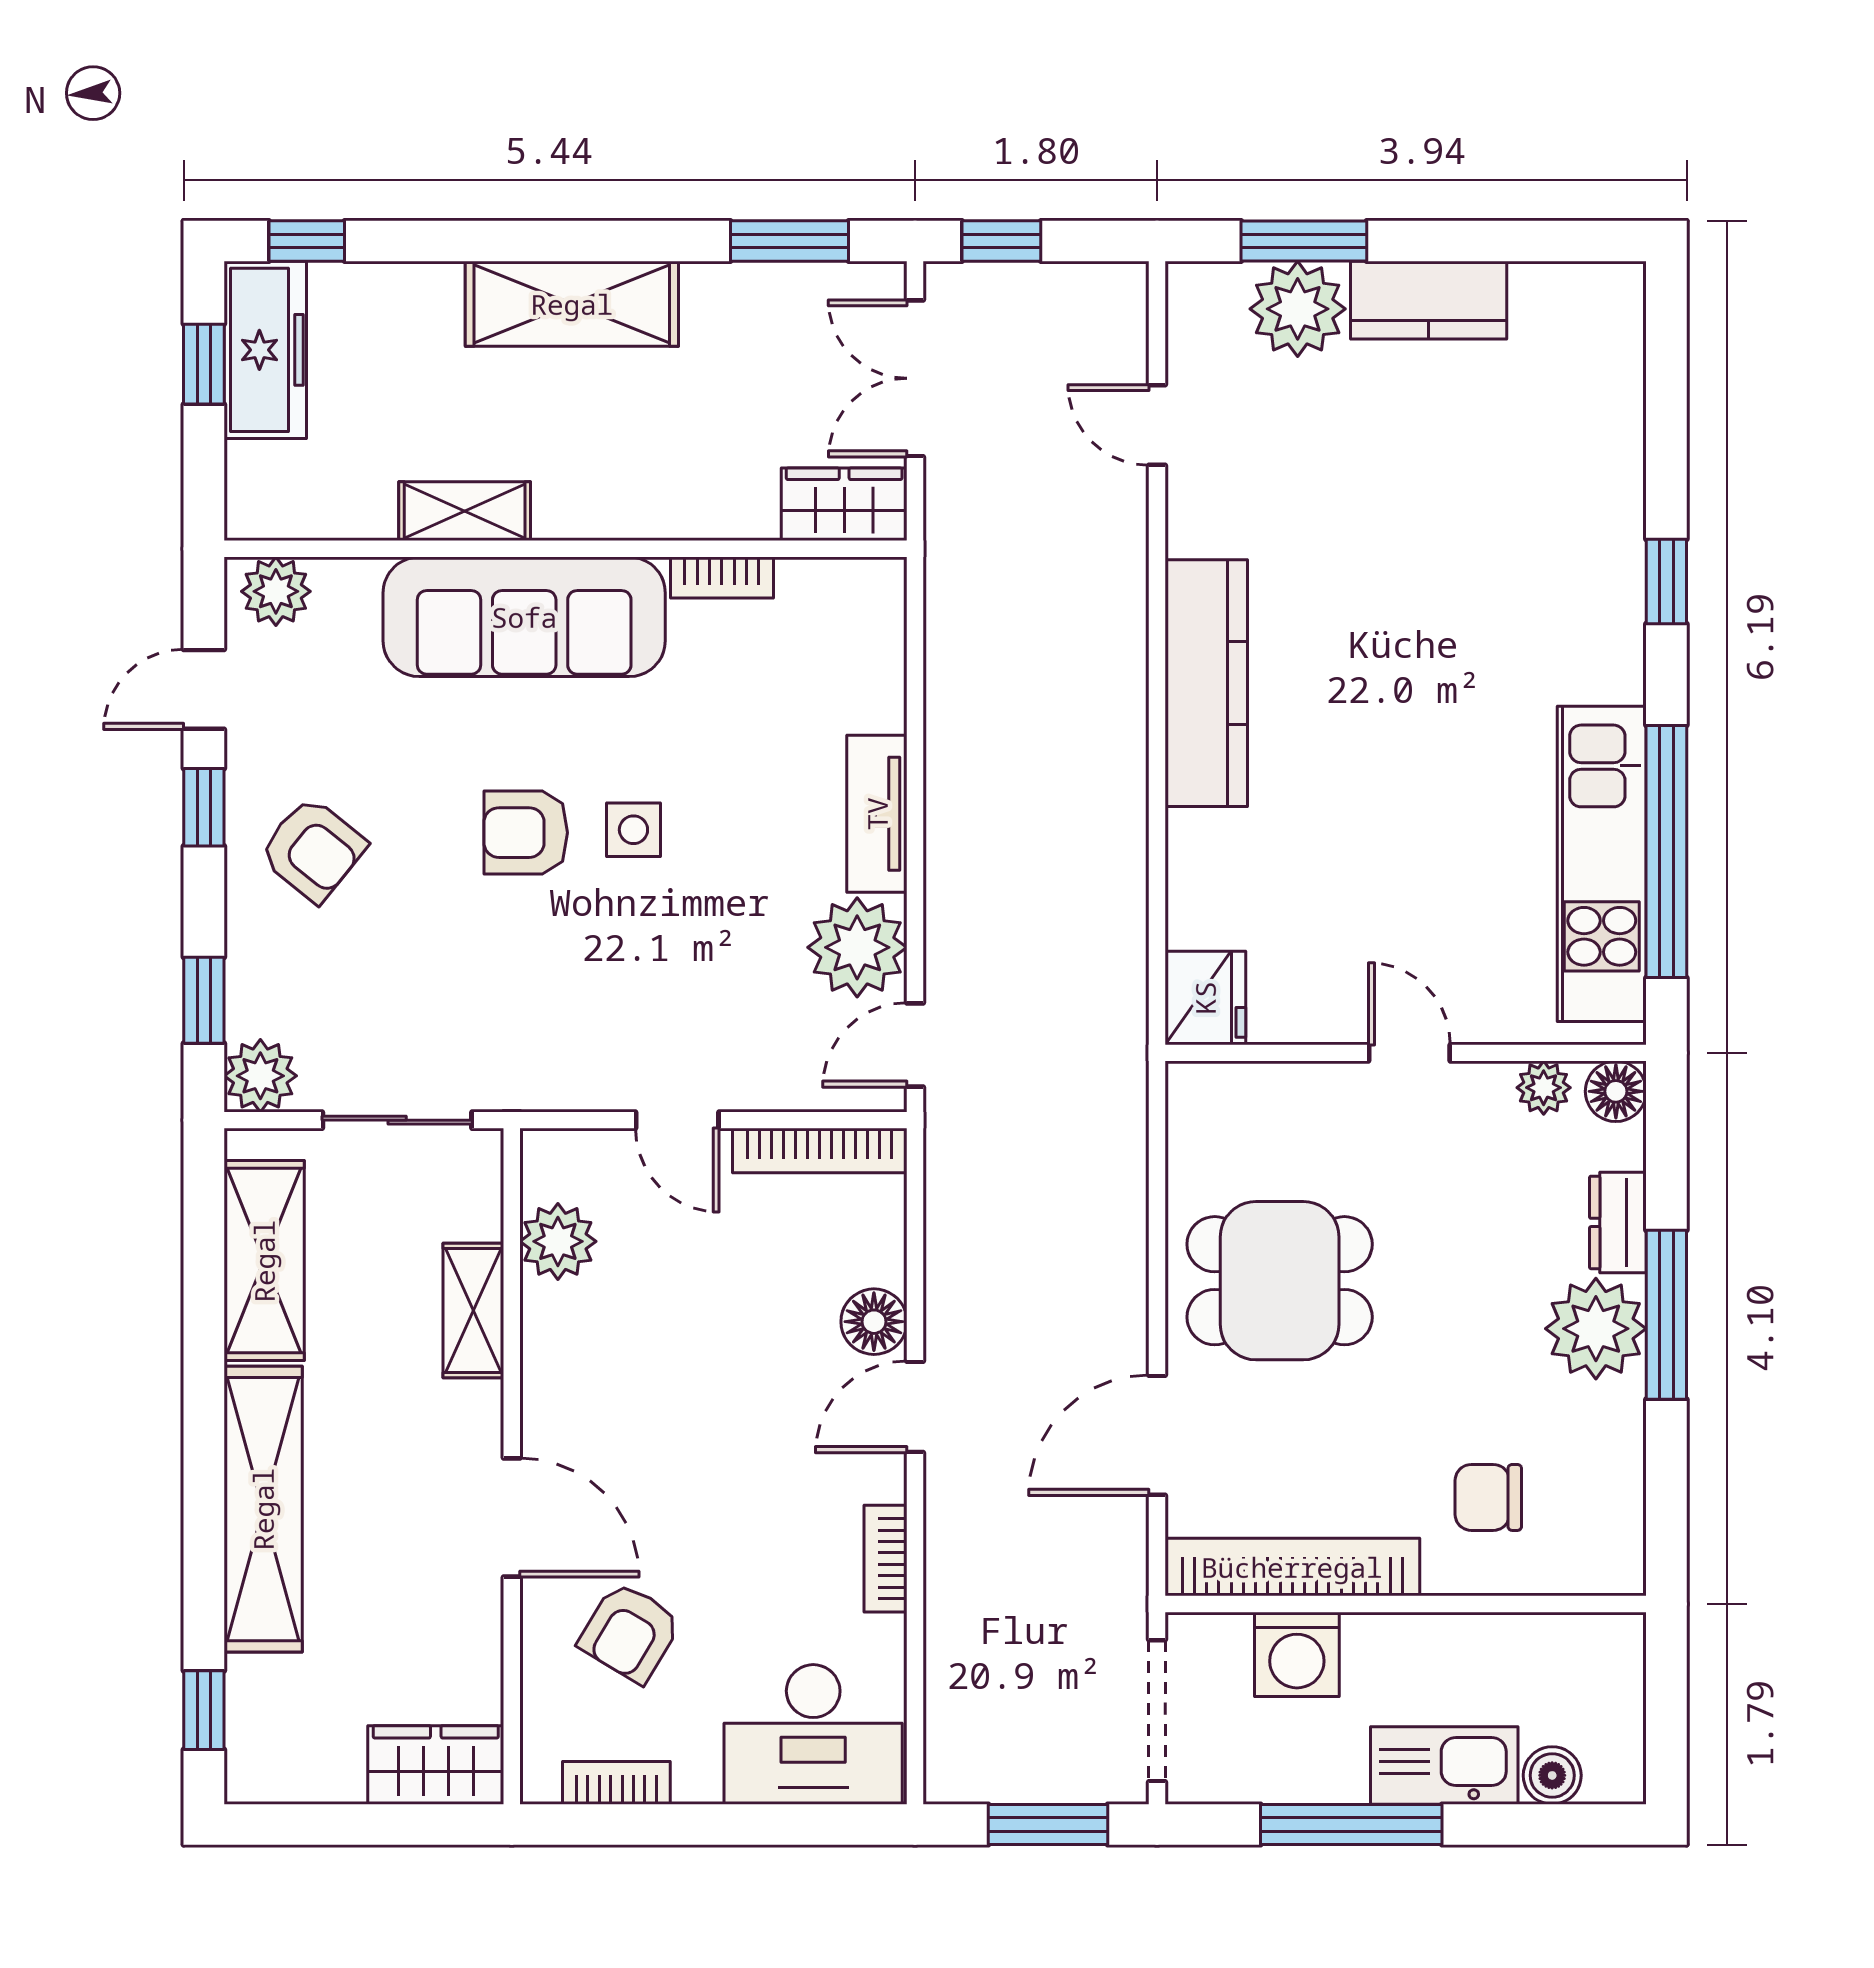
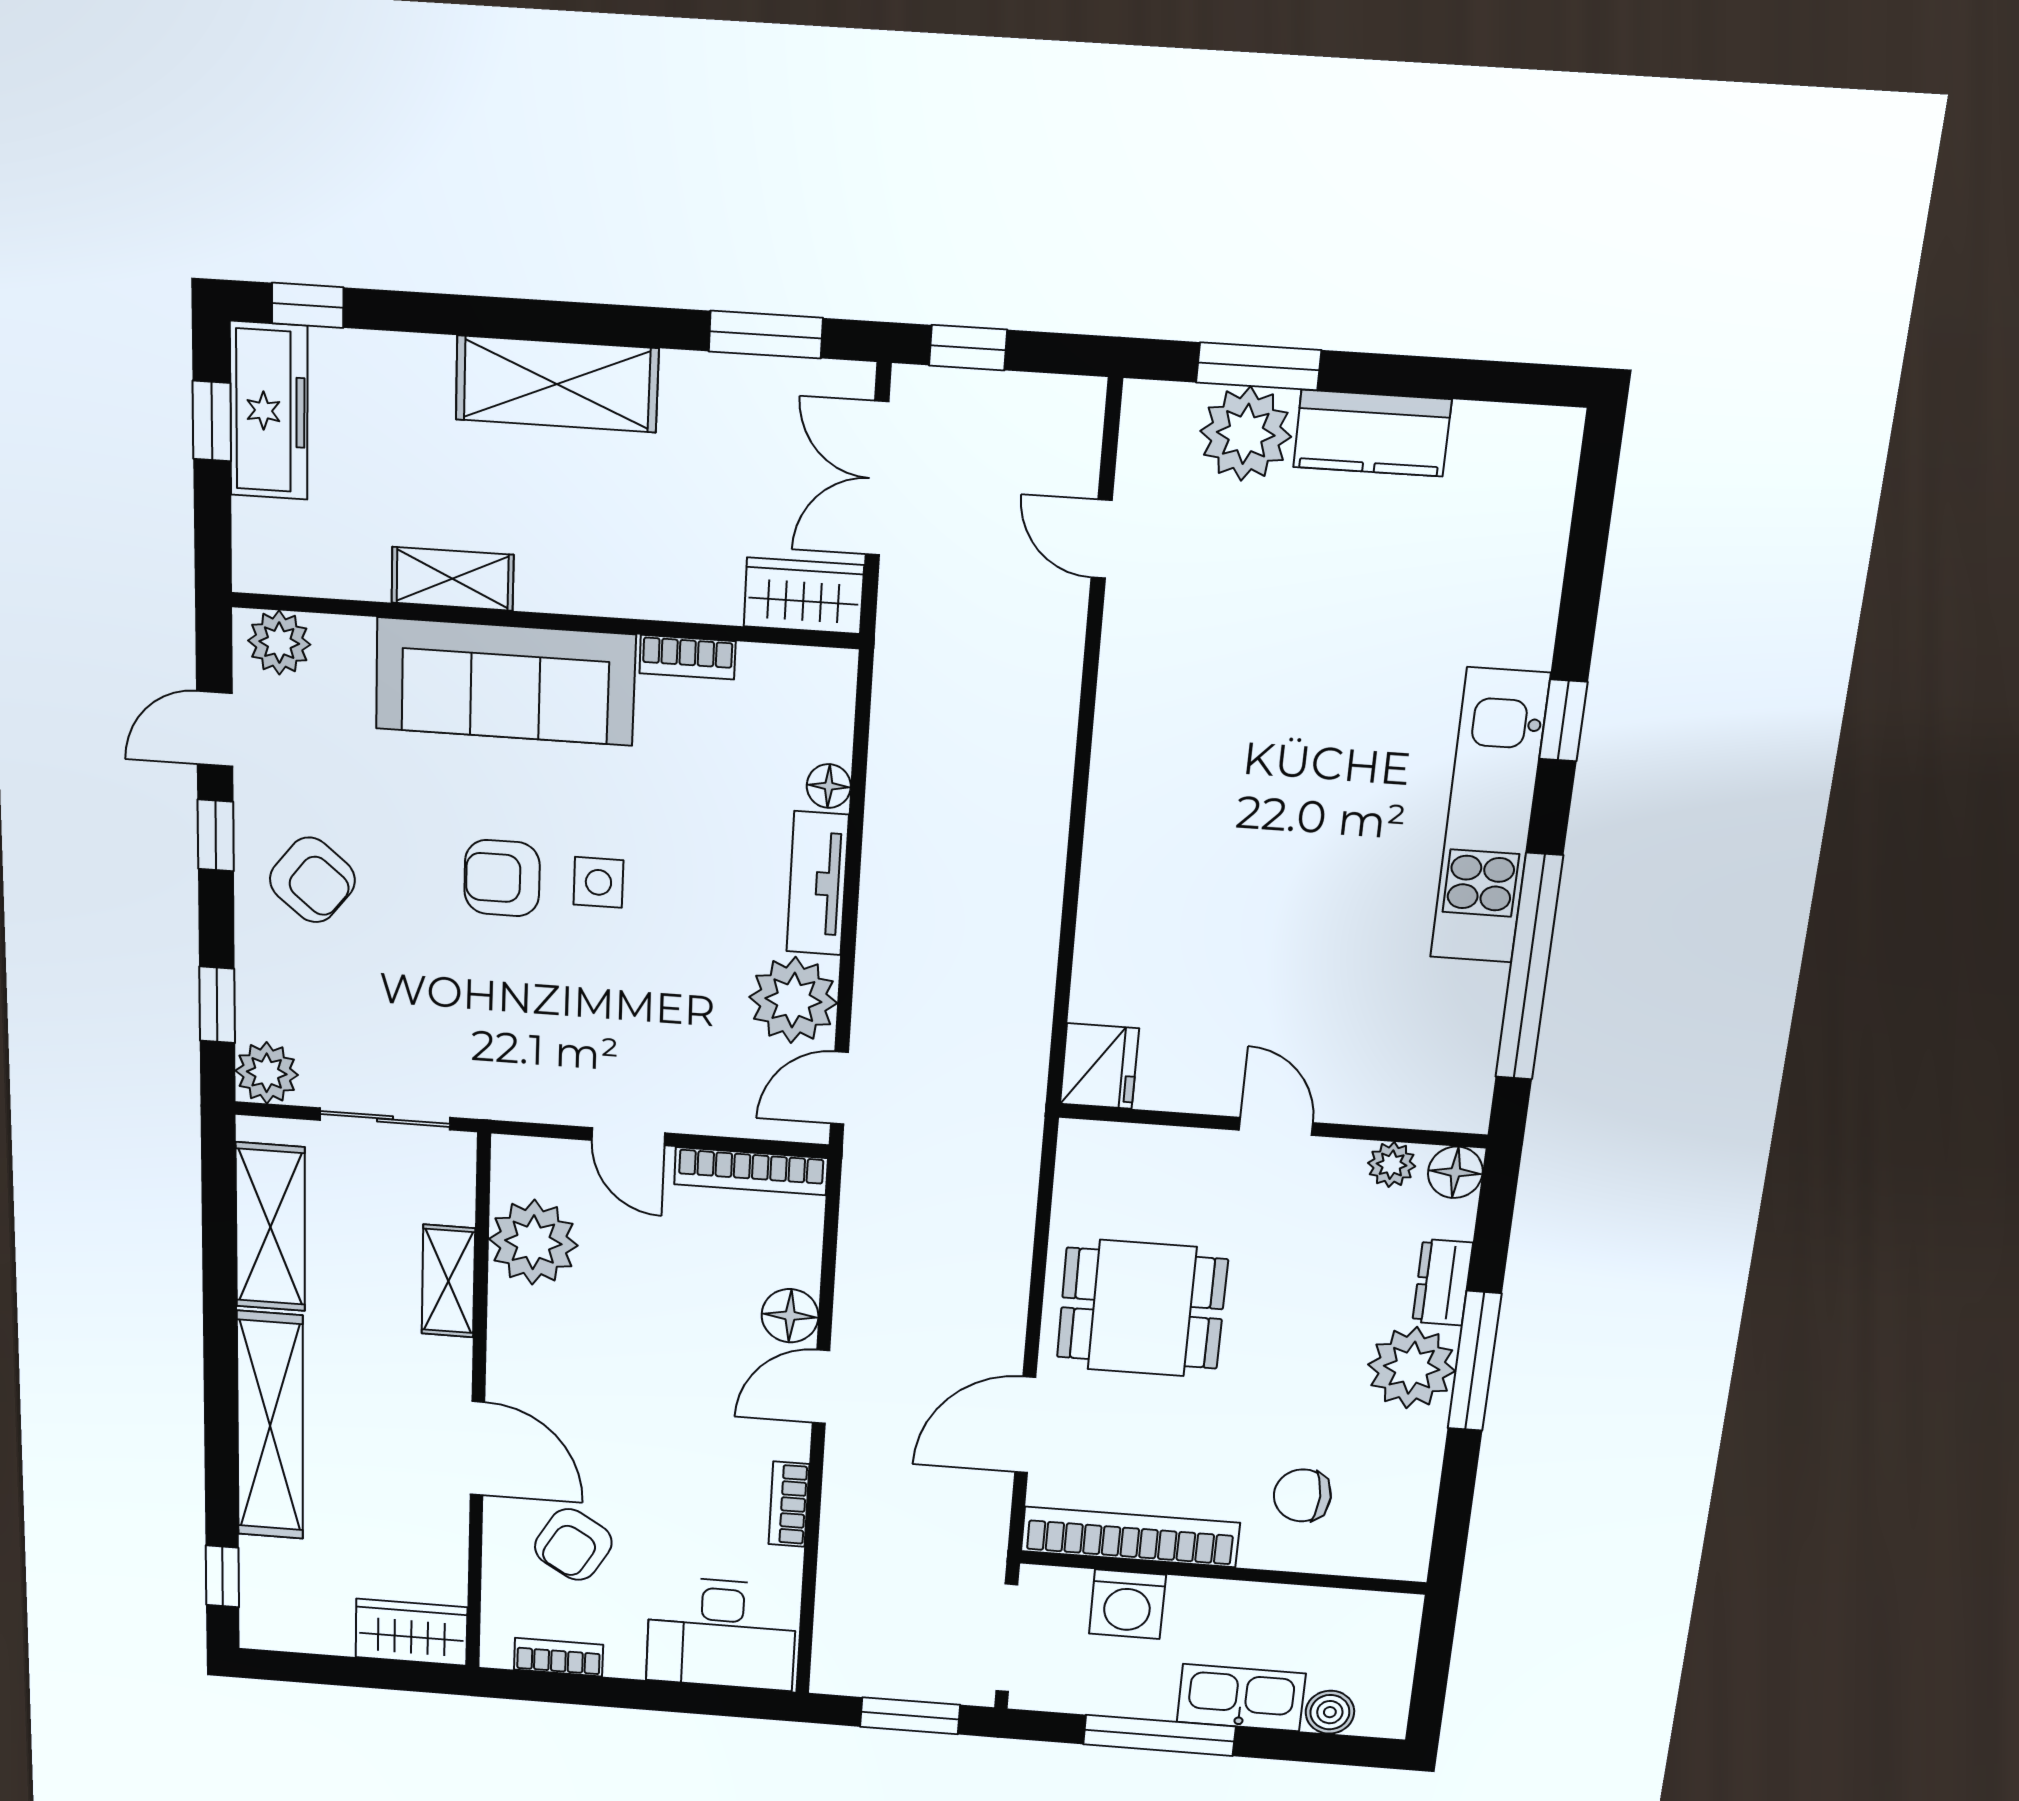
kitchen counter: (1206, 683) -> (1126, 786), removed
floor lamp: (883, 706) -> (829, 786), added
kitchen unit: (1602, 864) -> (1490, 817), moved
plant: (558, 1241) -> (533, 1242), width x1.36, depth x1.36

